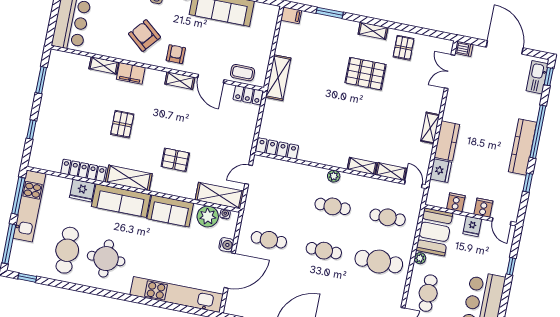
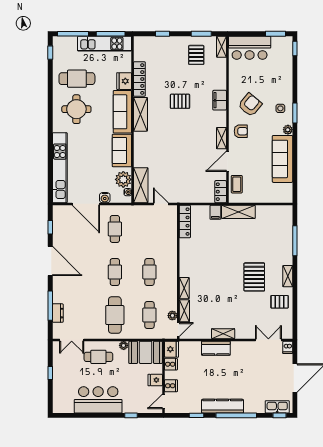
window: (330, 13) -> (295, 241), width x1.44
filing cabinet: (291, 15) -> (215, 212), moved
shelving: (104, 65) -> (221, 47), moved
pallet: (175, 160) -> (196, 55), moved
fridge: (441, 171) -> (171, 349), moved, turned -90
plant: (334, 176) -> (172, 316), moved

